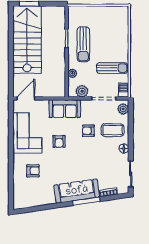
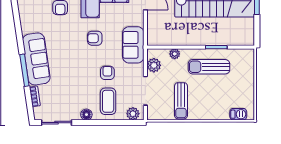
barbecue: (124, 90) -> (238, 114), moved

